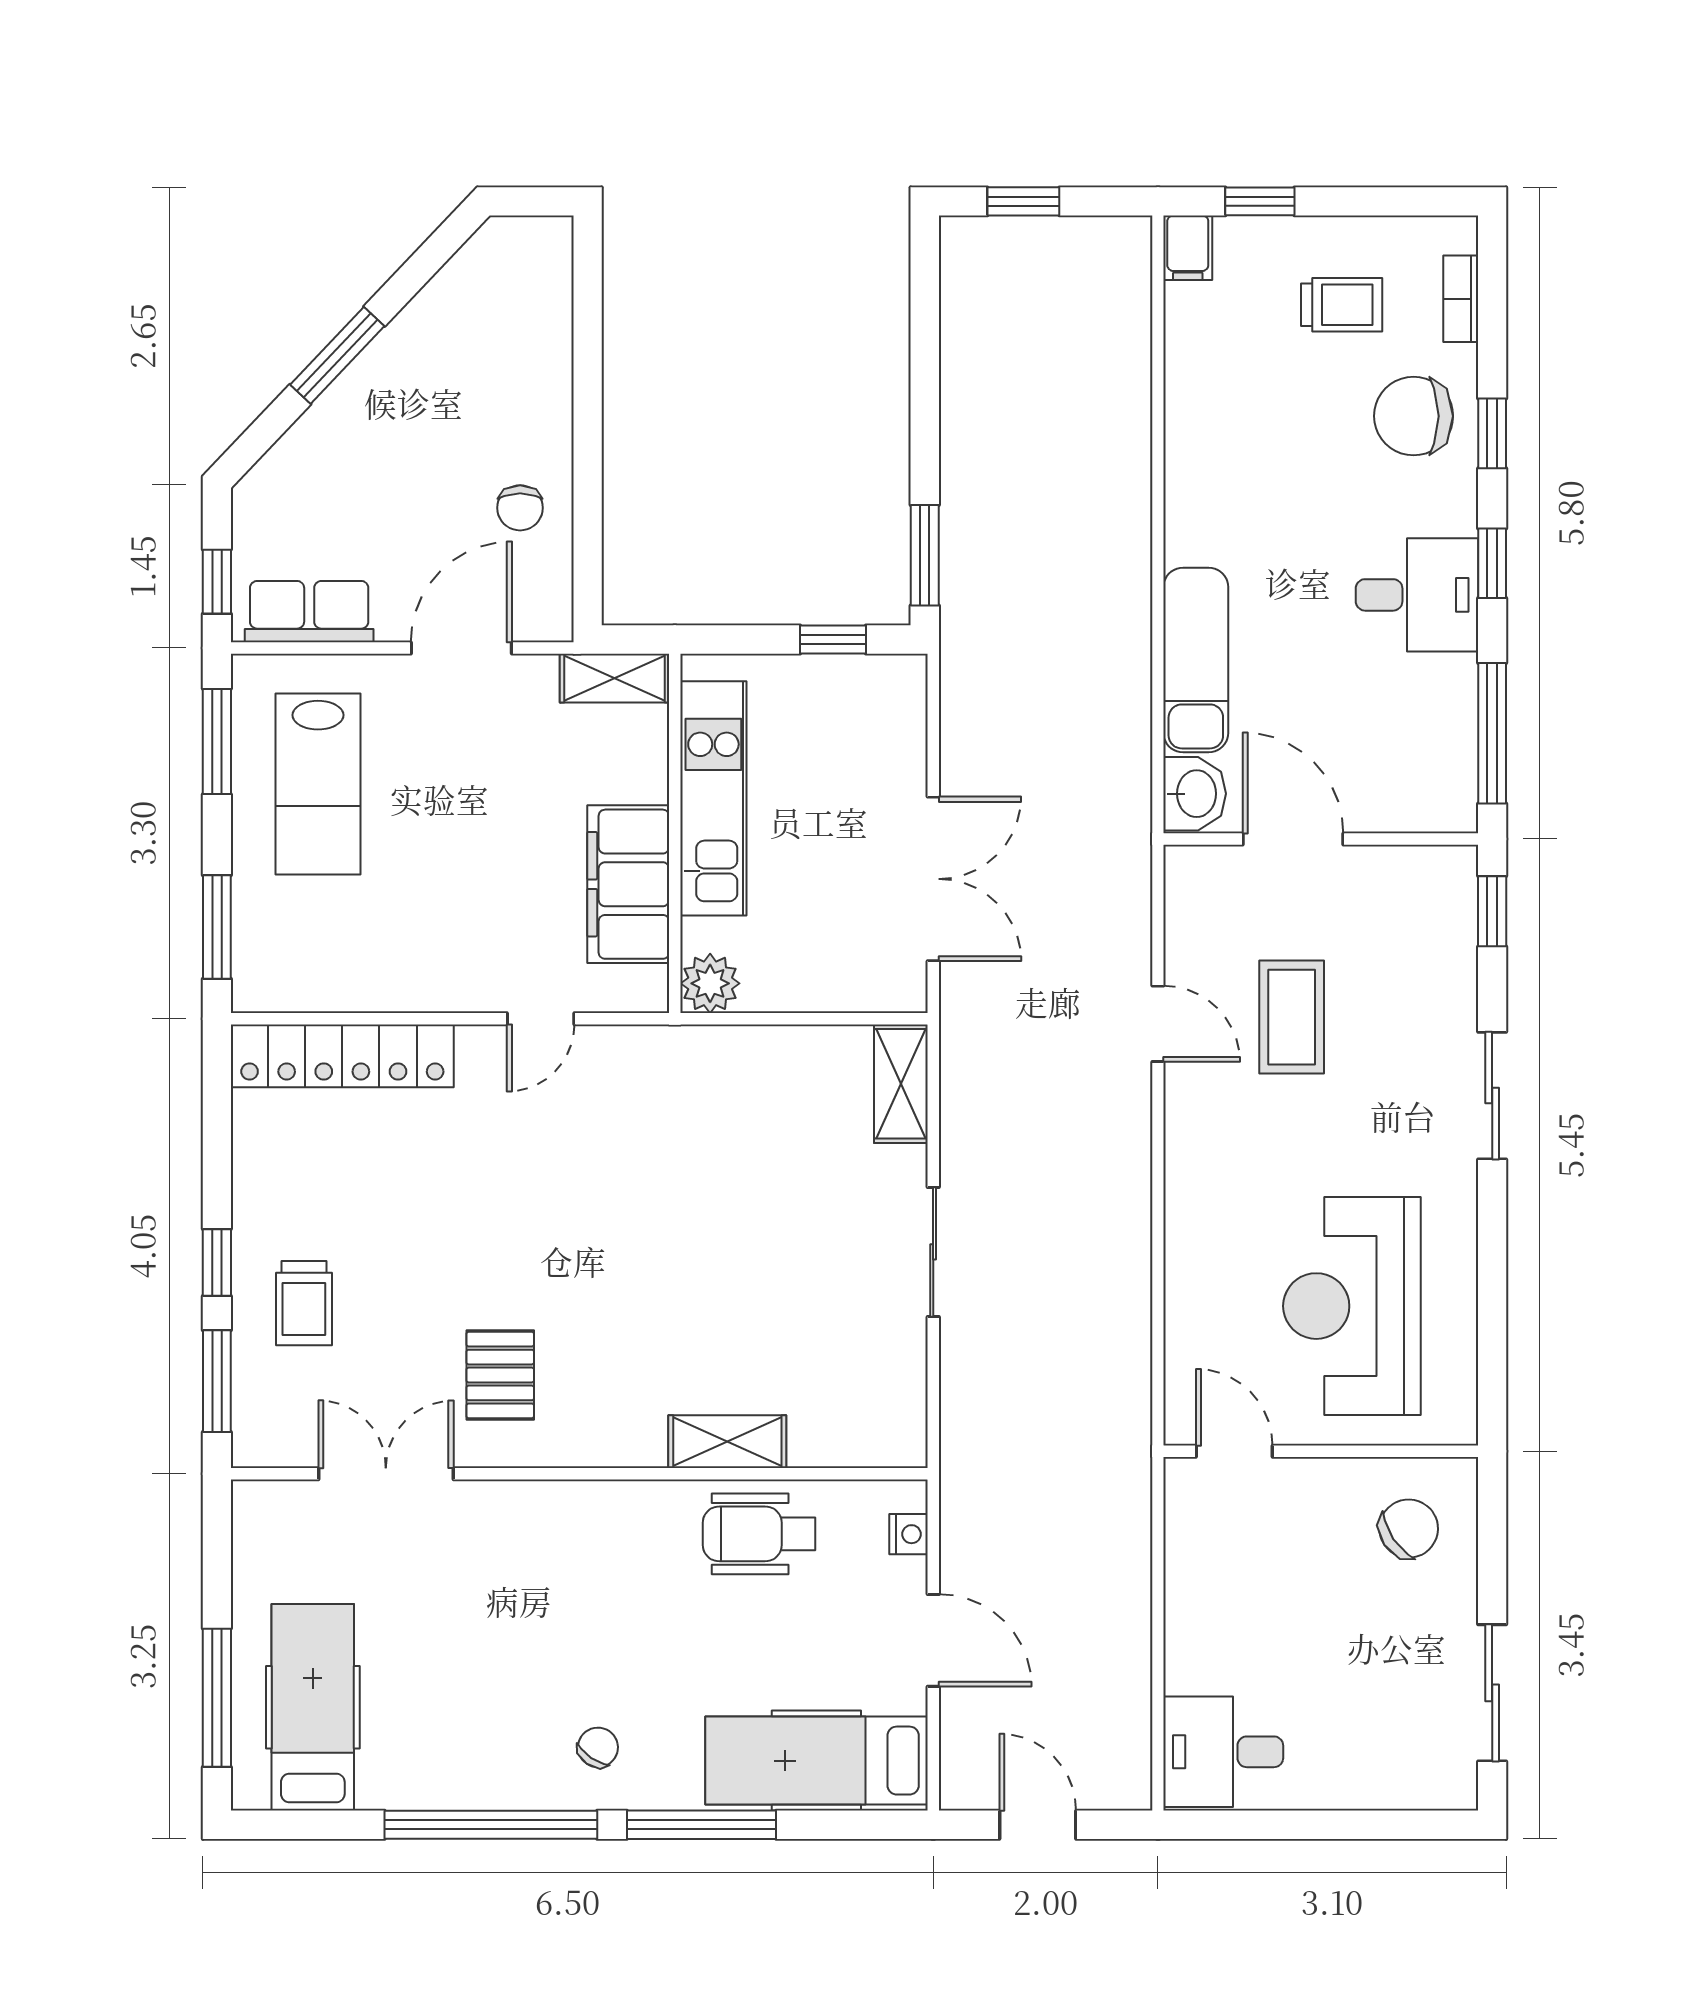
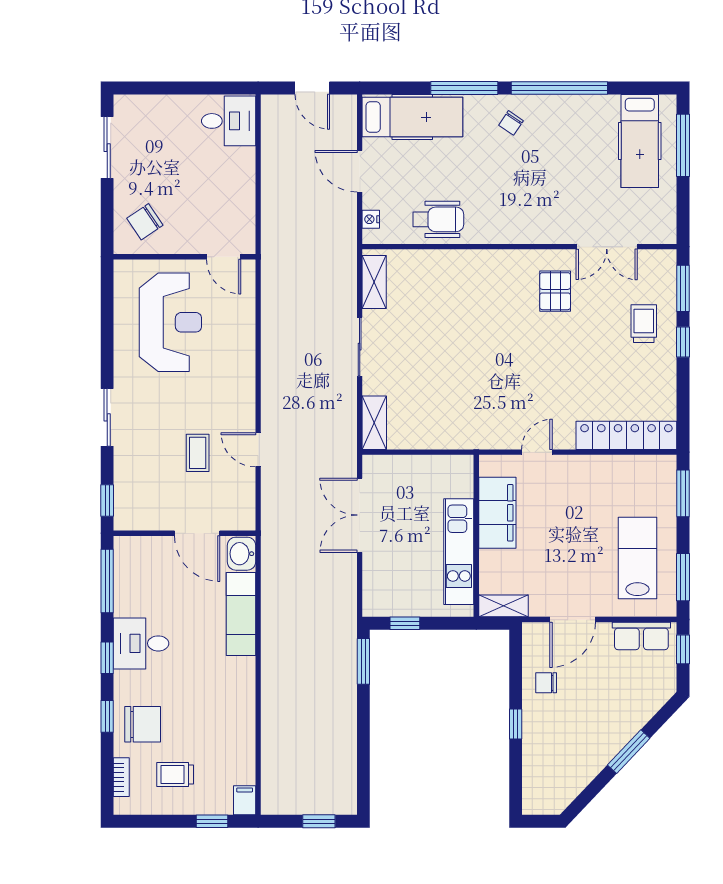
window: (588, 416) -> (516, 724), added
chair: (520, 508) -> (546, 683), turned -90
plant: (710, 983) -> (460, 468), removed
coffee table: (1292, 1017) -> (198, 453), width x0.73, depth x0.77
shelving: (727, 1442) -> (374, 282), moved, turned 90

